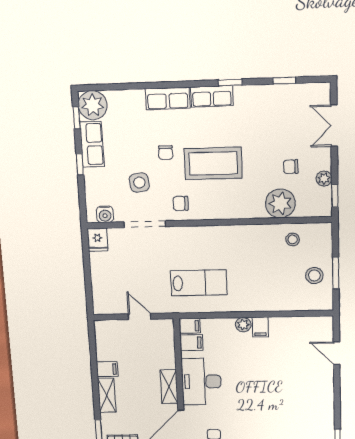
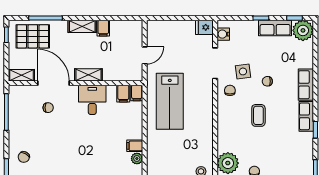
coffee table: (213, 163) -> (258, 115), width x0.54, depth x0.58
side table: (139, 183) -> (243, 71), moved
lab bench: (199, 283) -> (170, 101), width x1.36, depth x1.39
plant: (243, 325) -> (137, 159), moved
desk: (201, 382) -> (92, 100), width x0.73

